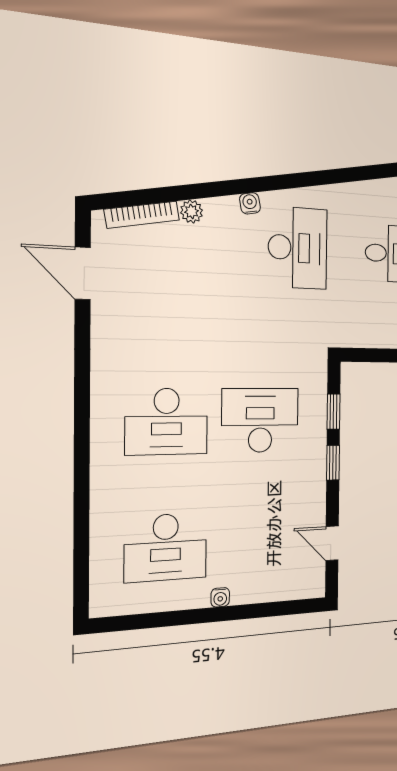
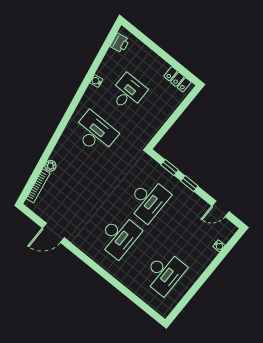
water cooler: (250, 203) -> (96, 81), moved
door: (83, 273) -> (53, 233), moved
desk: (260, 420) -> (148, 200), turned 180
water cooler: (220, 597) -> (219, 246), moved

